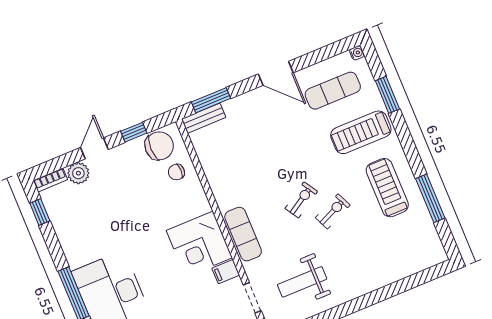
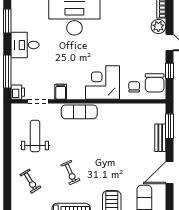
bench: (204, 118) -> (160, 138), moved
exercise bike: (301, 200) -> (30, 181), moved
corner desk: (199, 244) -> (102, 83), moved

